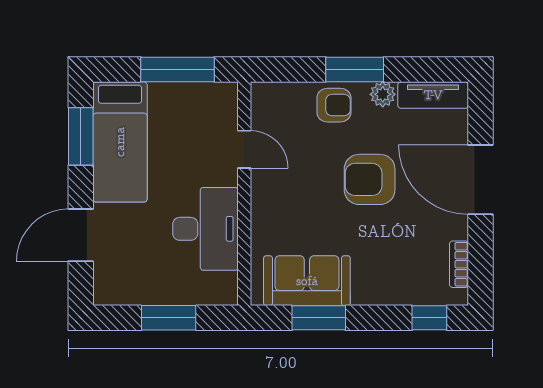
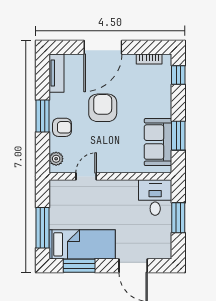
window: (178, 69) -> (43, 228), moved
plant: (383, 94) -> (56, 159), moved
armchair: (334, 105) -> (62, 127), turned 90
armchair: (370, 179) -> (103, 108), turned 180
desk: (206, 229) -> (155, 198), moved, width x0.73

